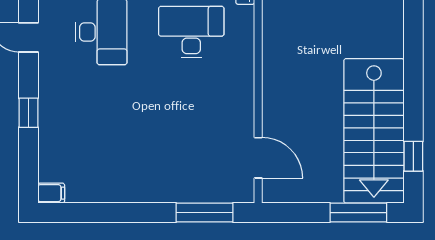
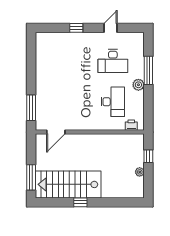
window: (413, 156) -> (80, 202), moved
filing cabinet: (51, 193) -> (40, 38), removed

